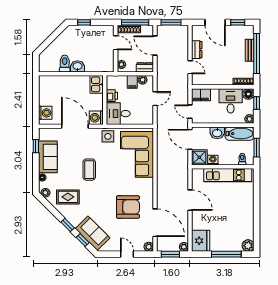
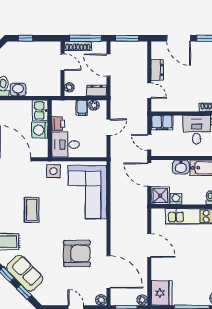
washing machine: (96, 118) -> (40, 130), moved
sofa: (93, 233) -> (25, 273), moved

